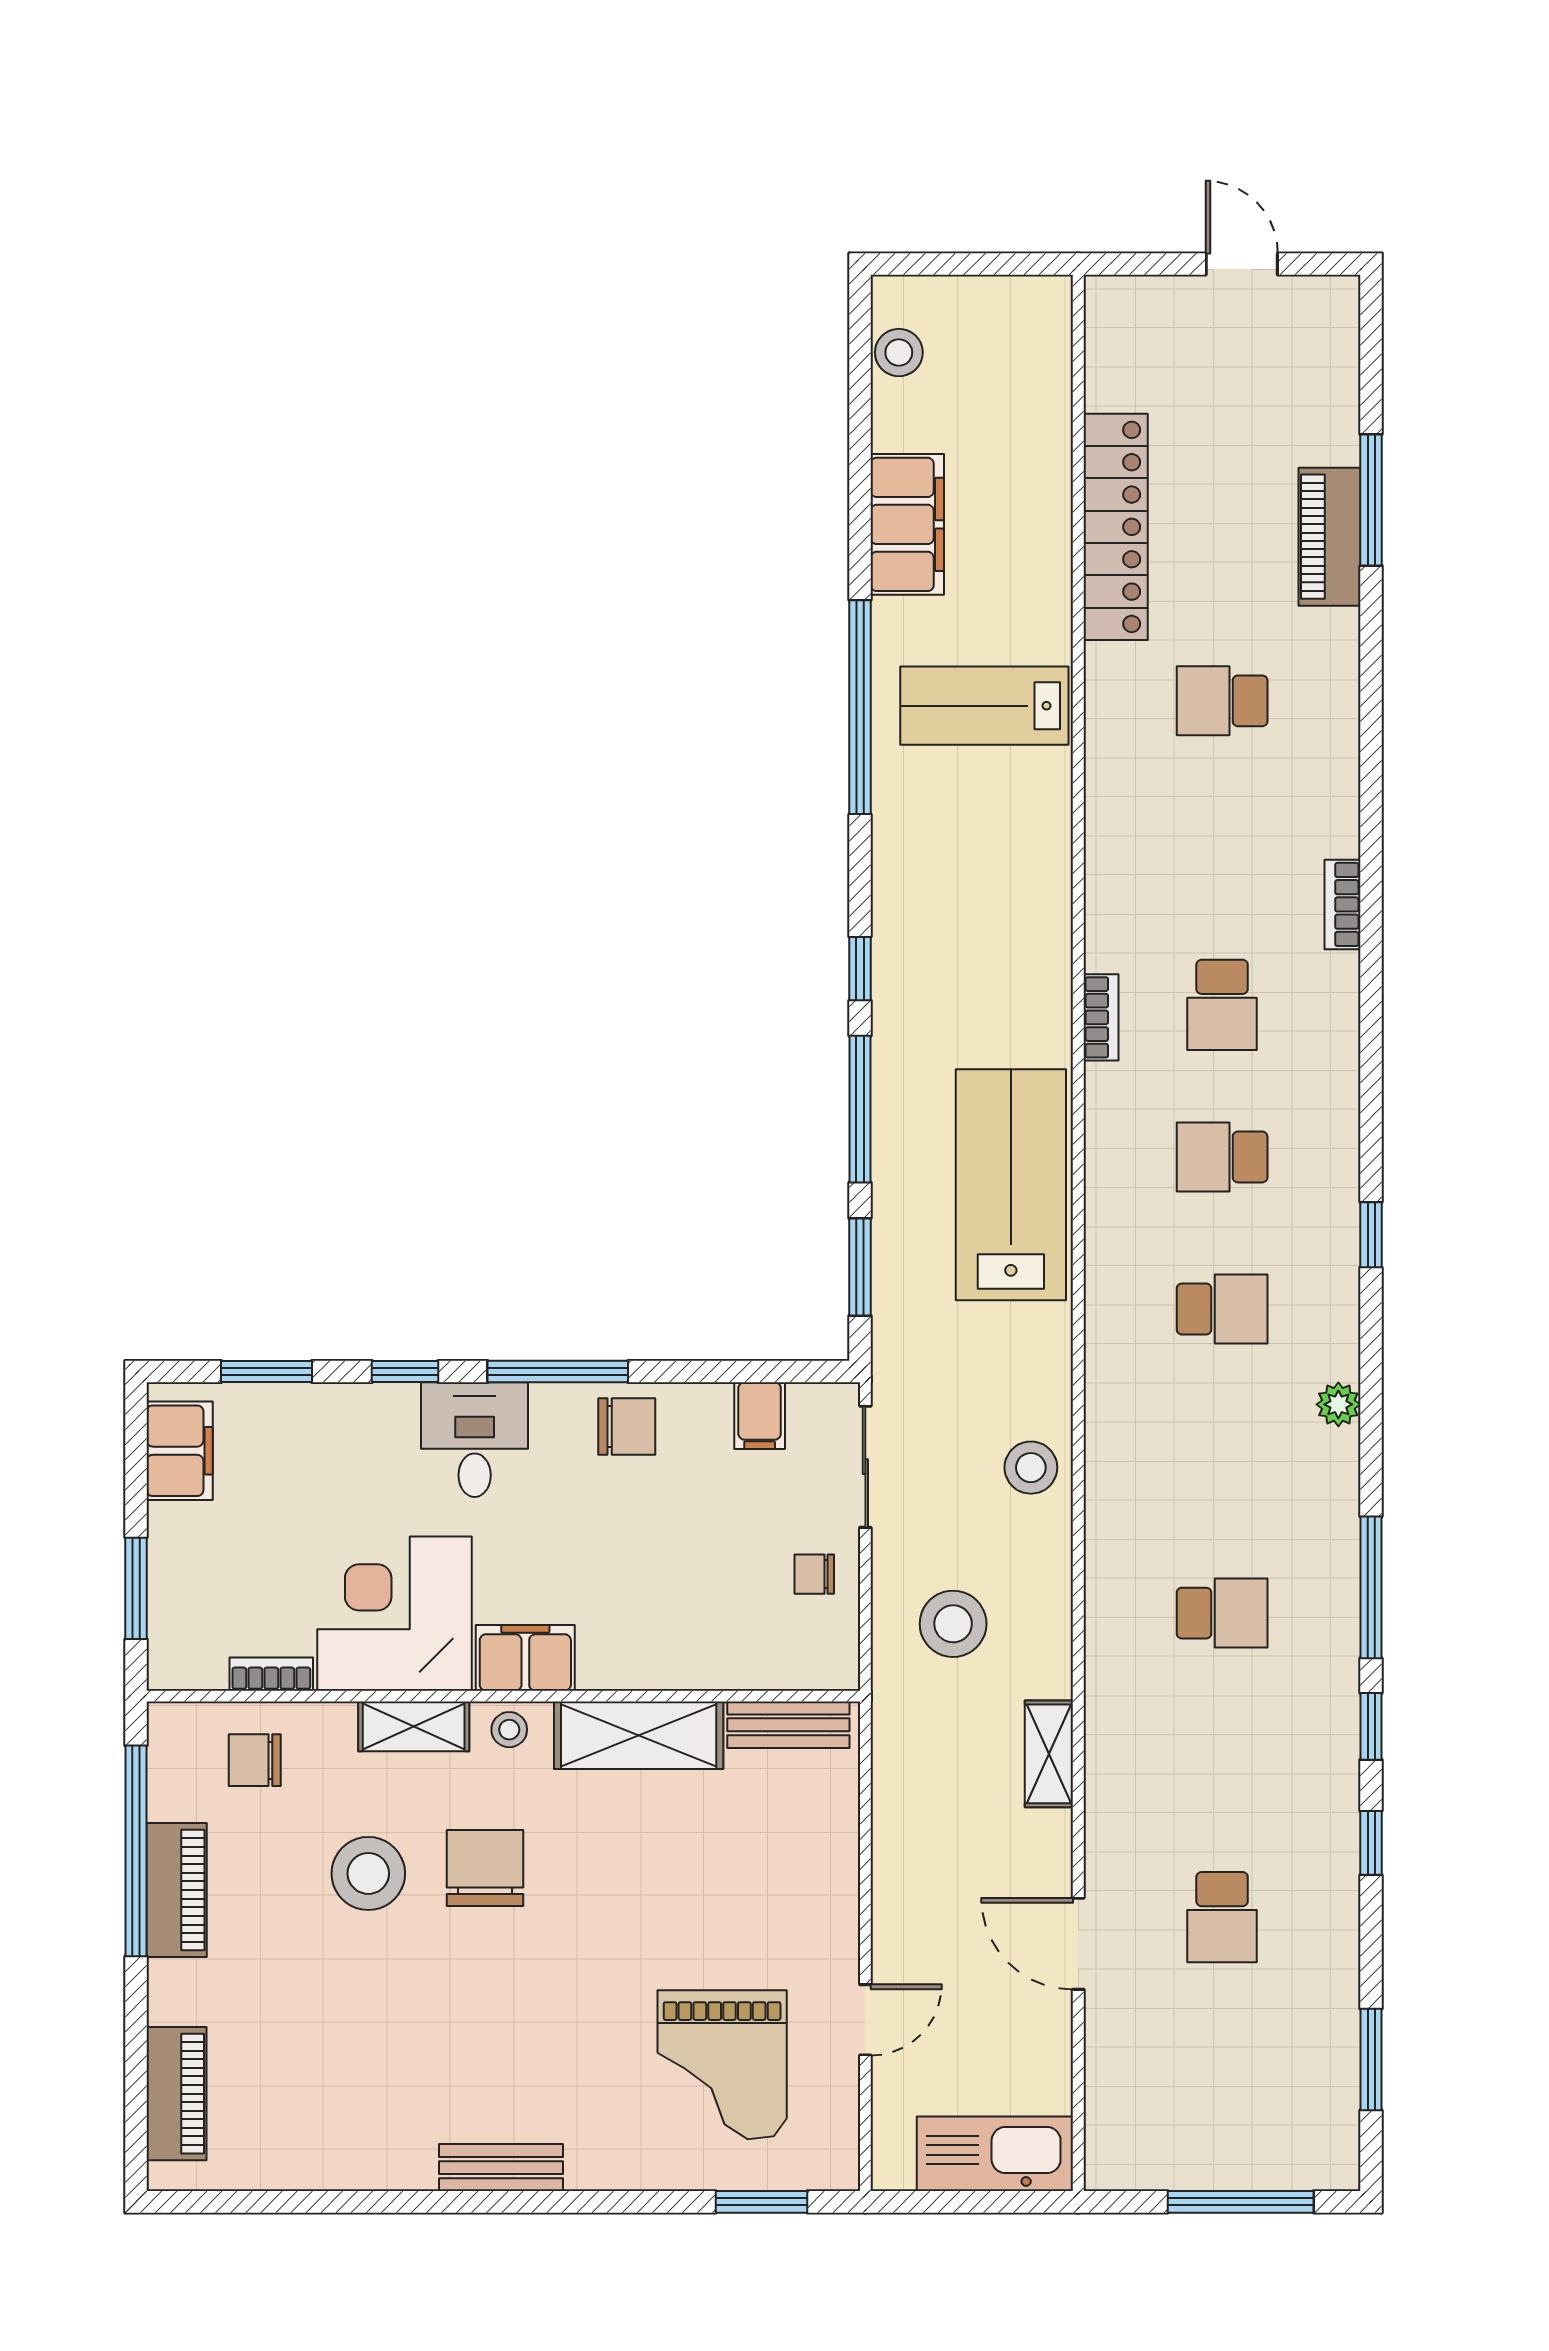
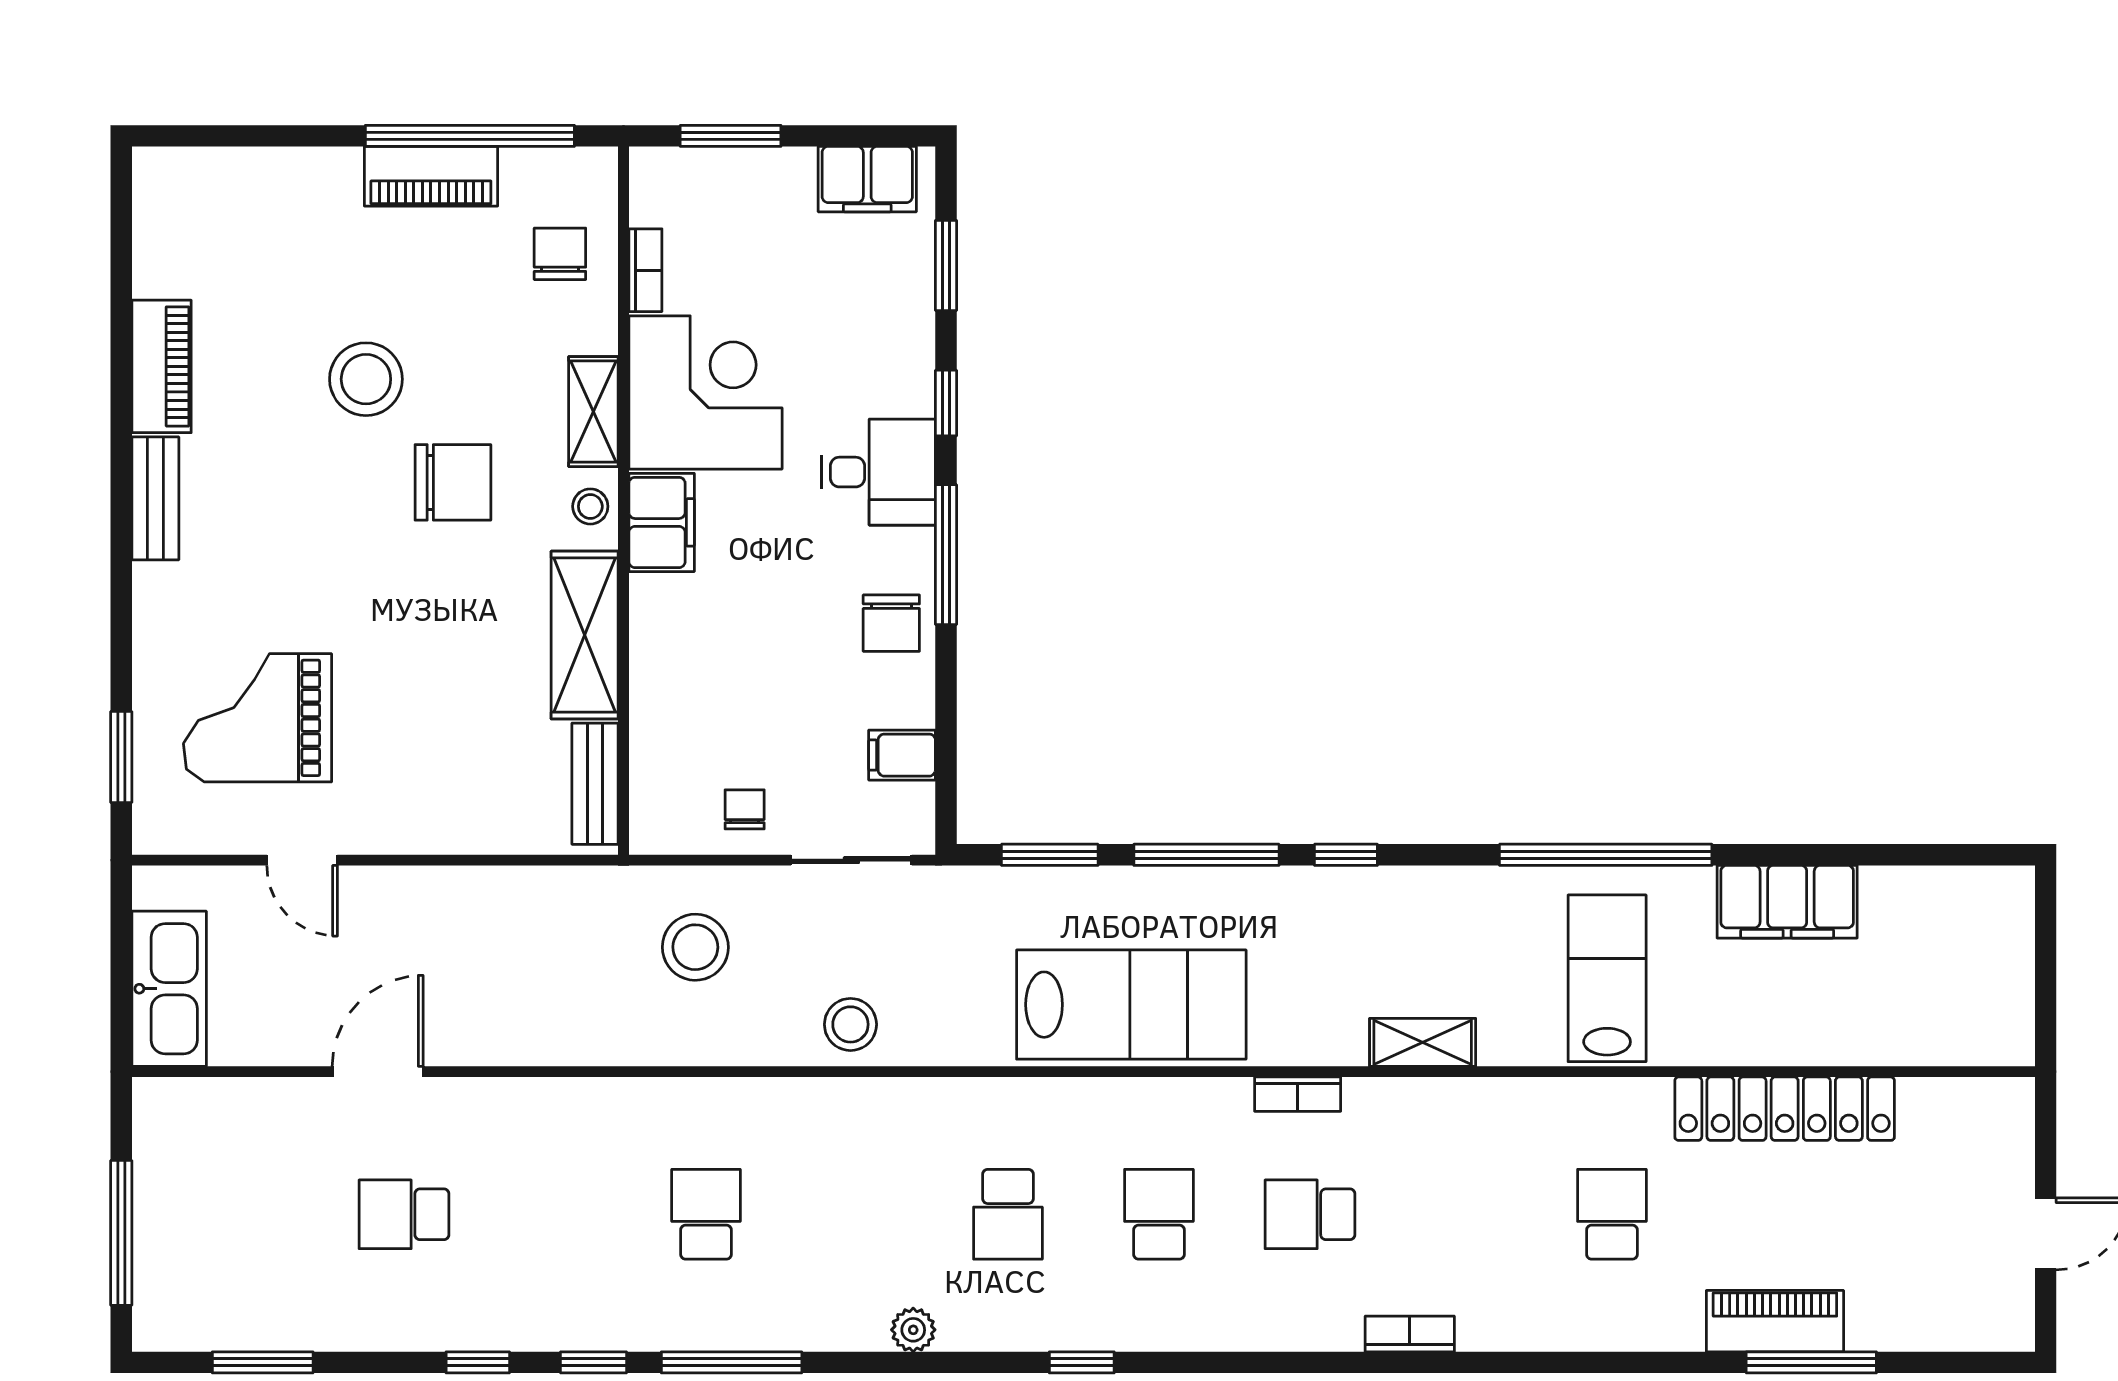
stool: (899, 353) -> (1958, 893), removed
school desk: (1222, 1613) -> (706, 1214), turned 180
shelving: (1049, 1754) -> (1423, 1042), moved
stool: (368, 1873) -> (366, 379), moved
piano: (176, 2094) -> (161, 366), moved, turned -90

